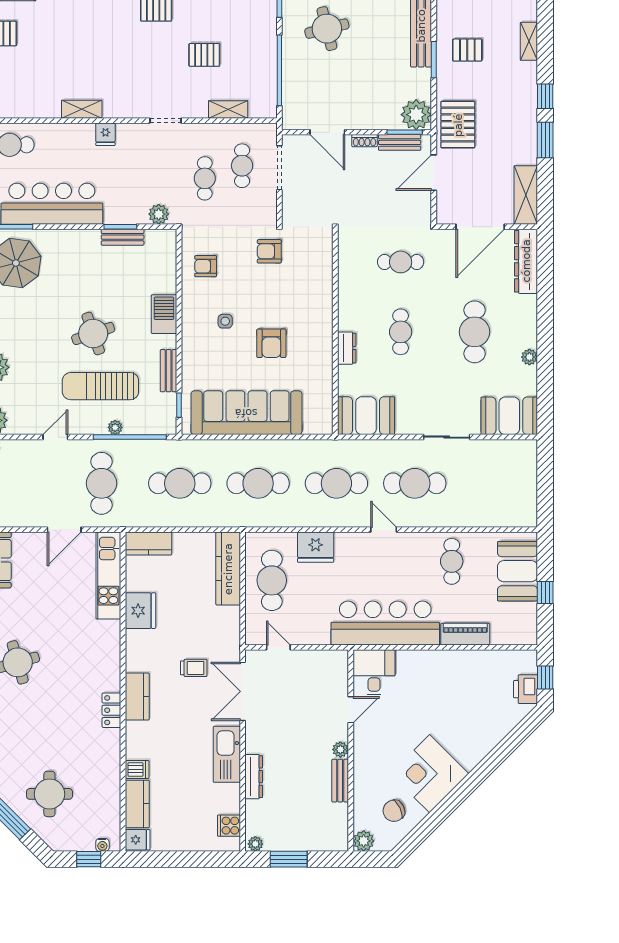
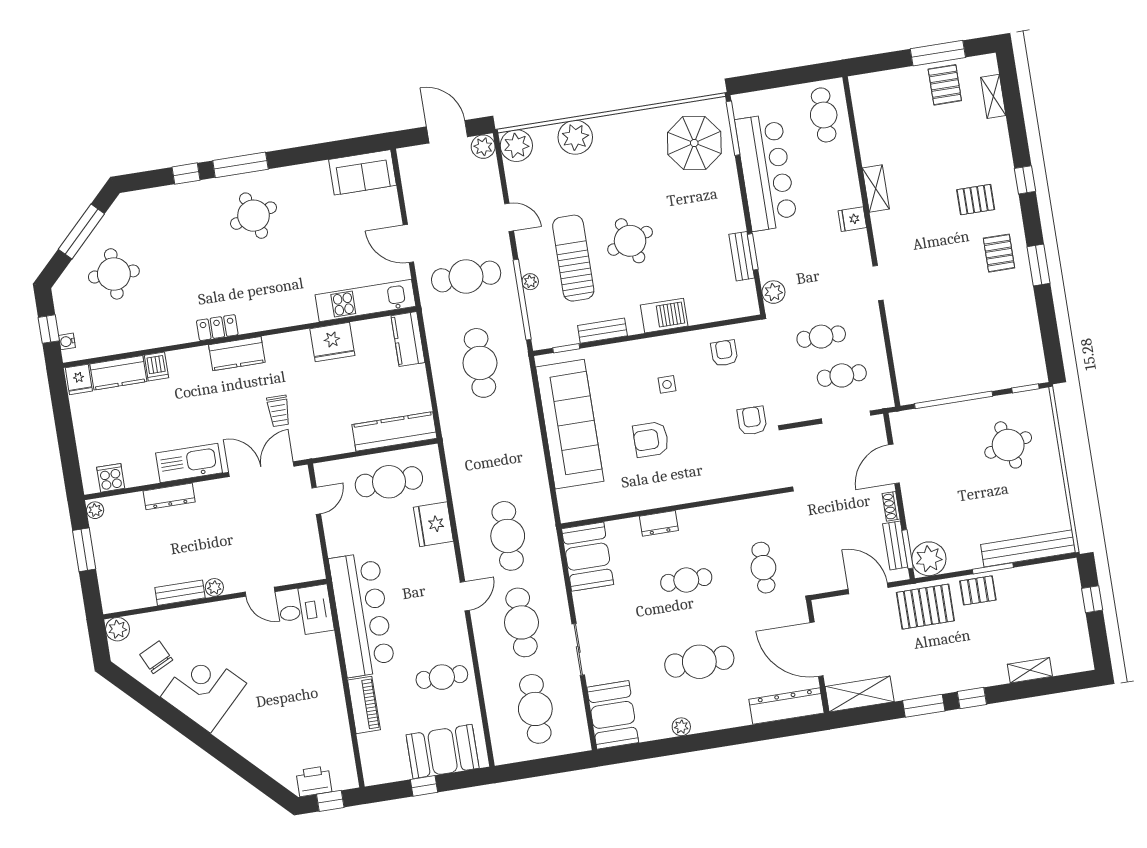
pallet: (467, 50) -> (978, 590), moved, turned 90
pallet: (204, 55) -> (976, 200), moved, turned 90
shelving: (228, 109) -> (901, 350), removed
cafe table: (258, 483) -> (535, 709), moved

